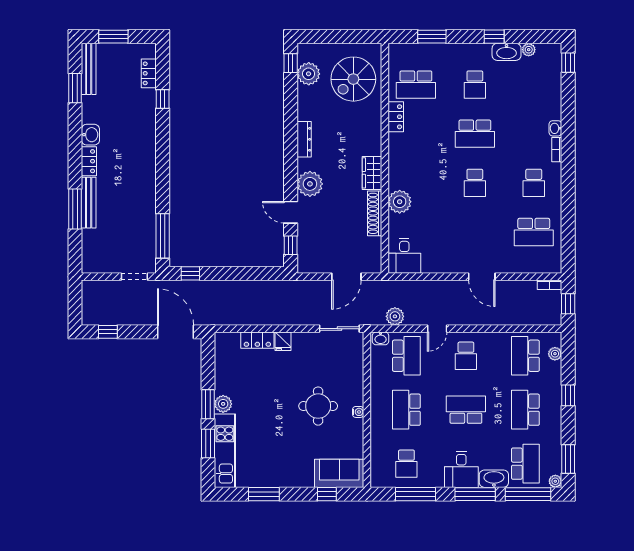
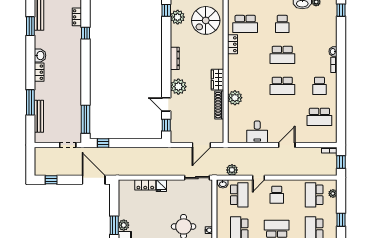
school desk: (475, 183) -> (282, 86), width x1.85
bench: (89, 203) -> (39, 116), moved
desk: (404, 256) -> (257, 132), moved
door: (482, 277) -> (287, 145), swing flipped

